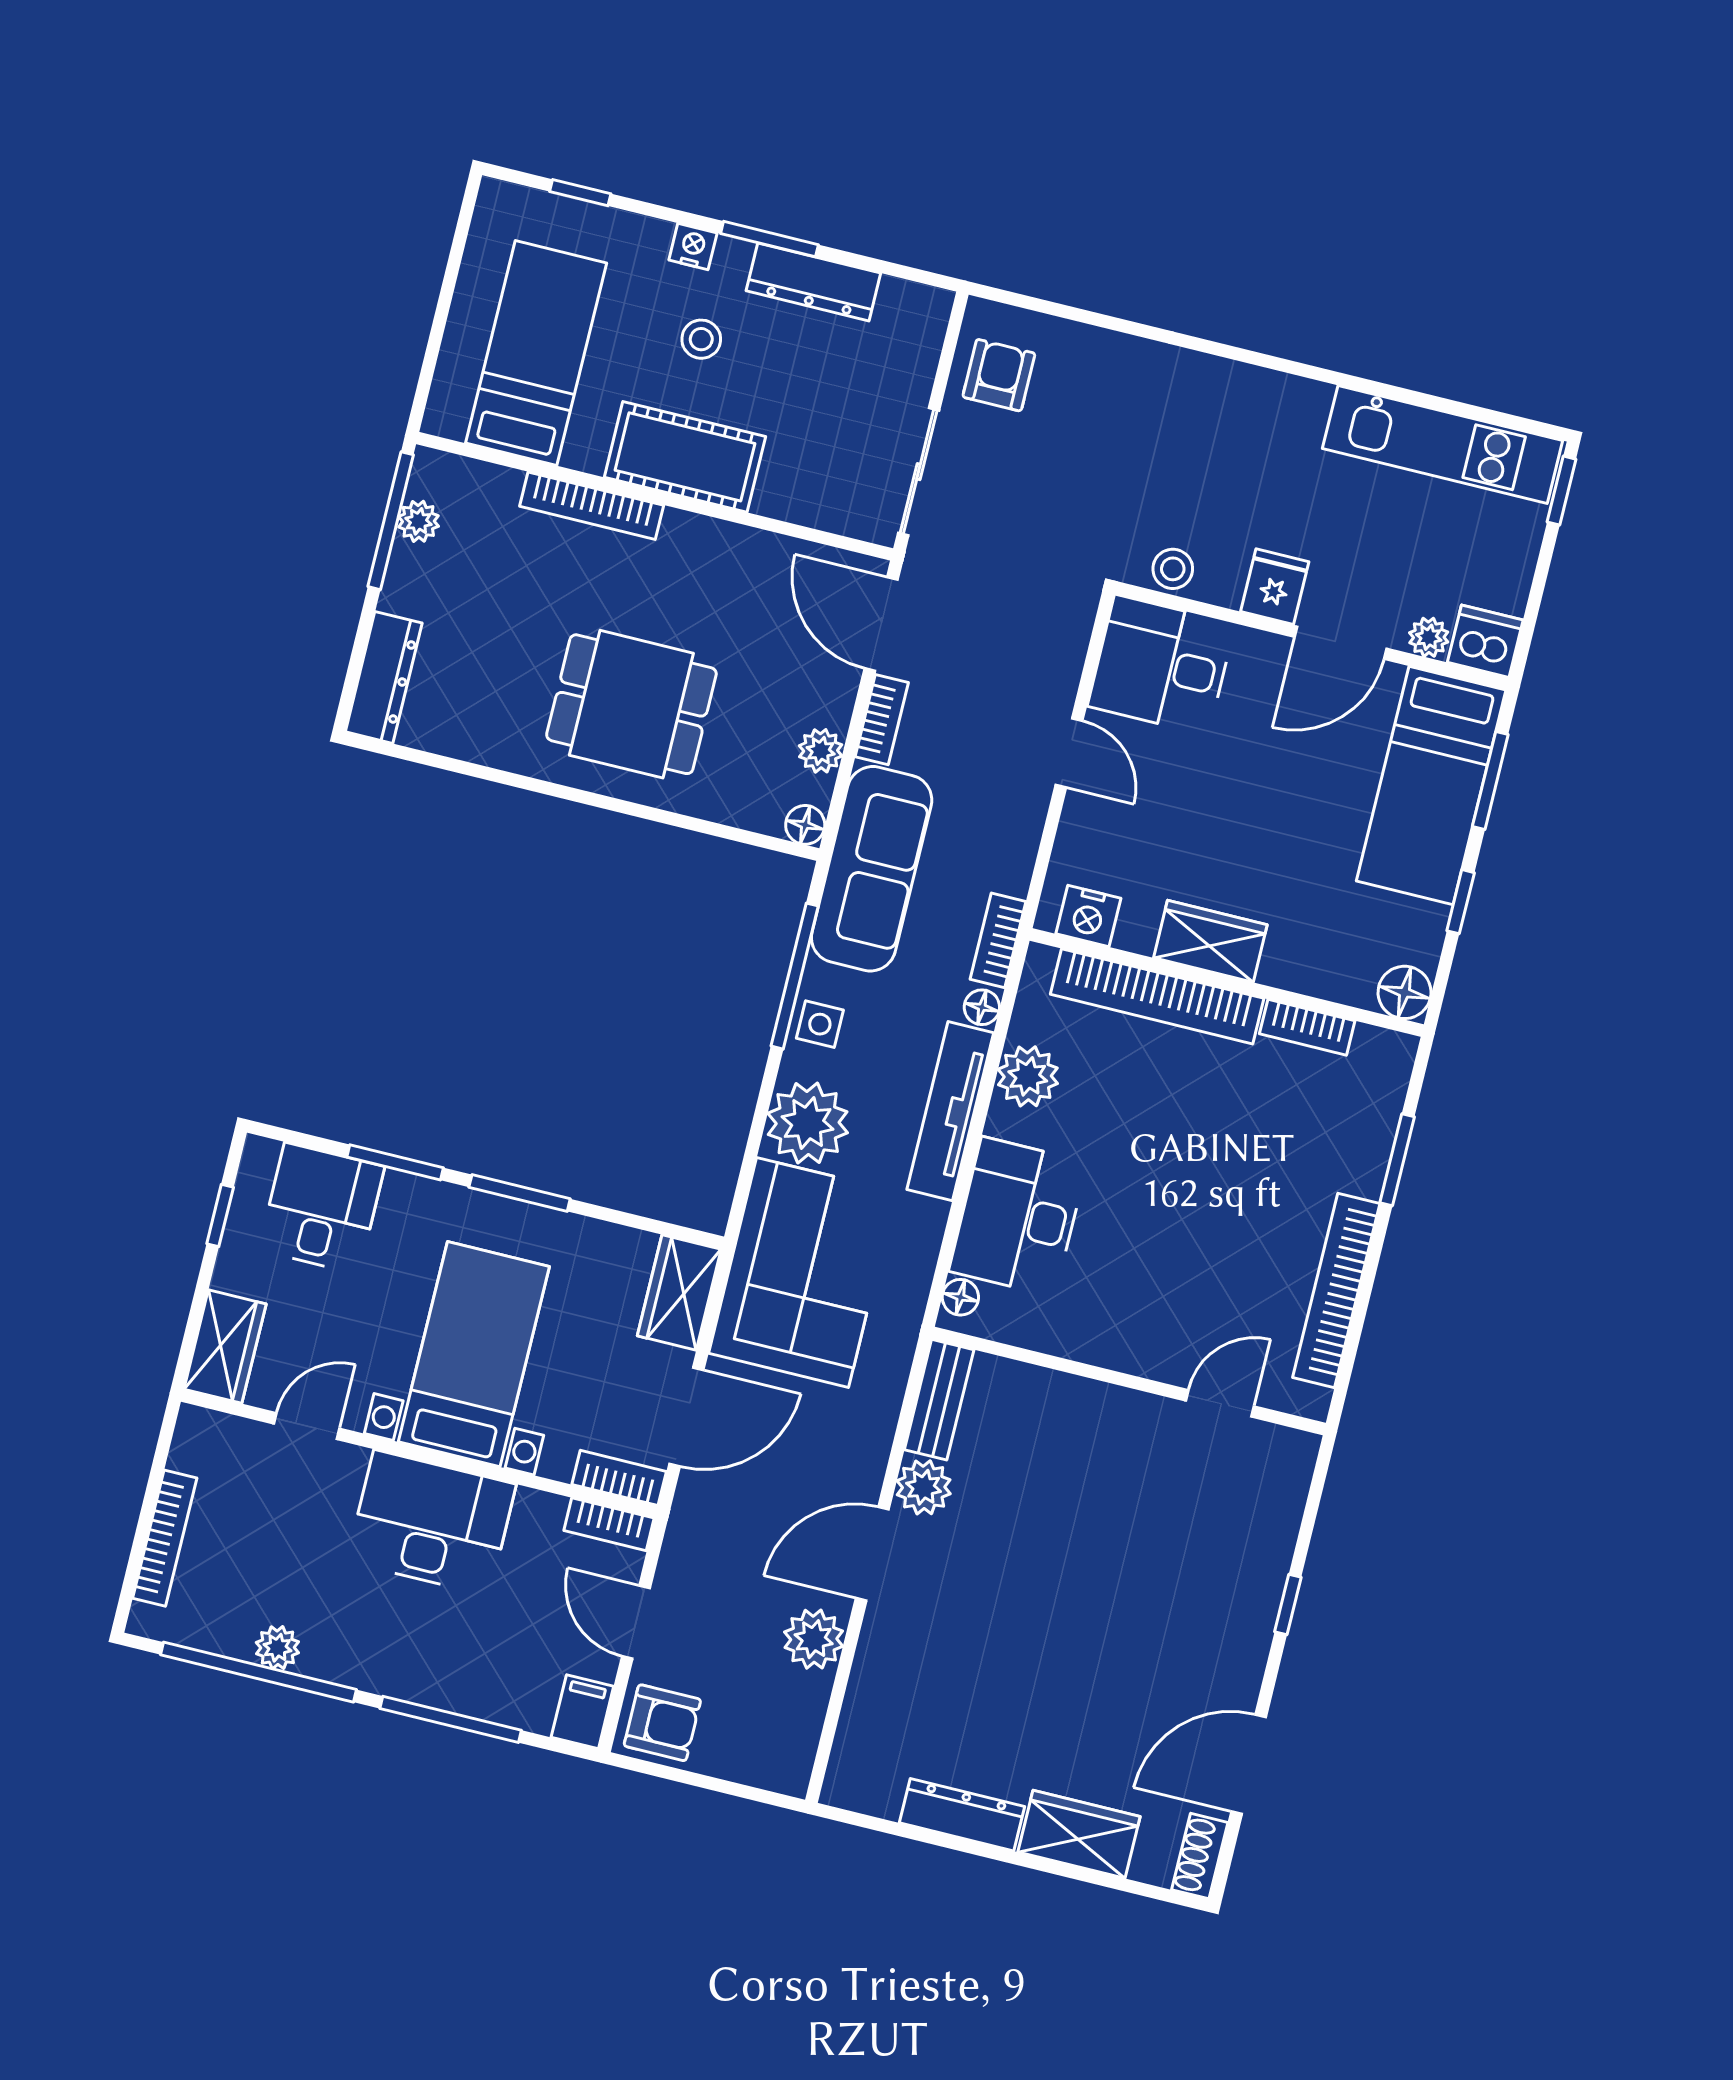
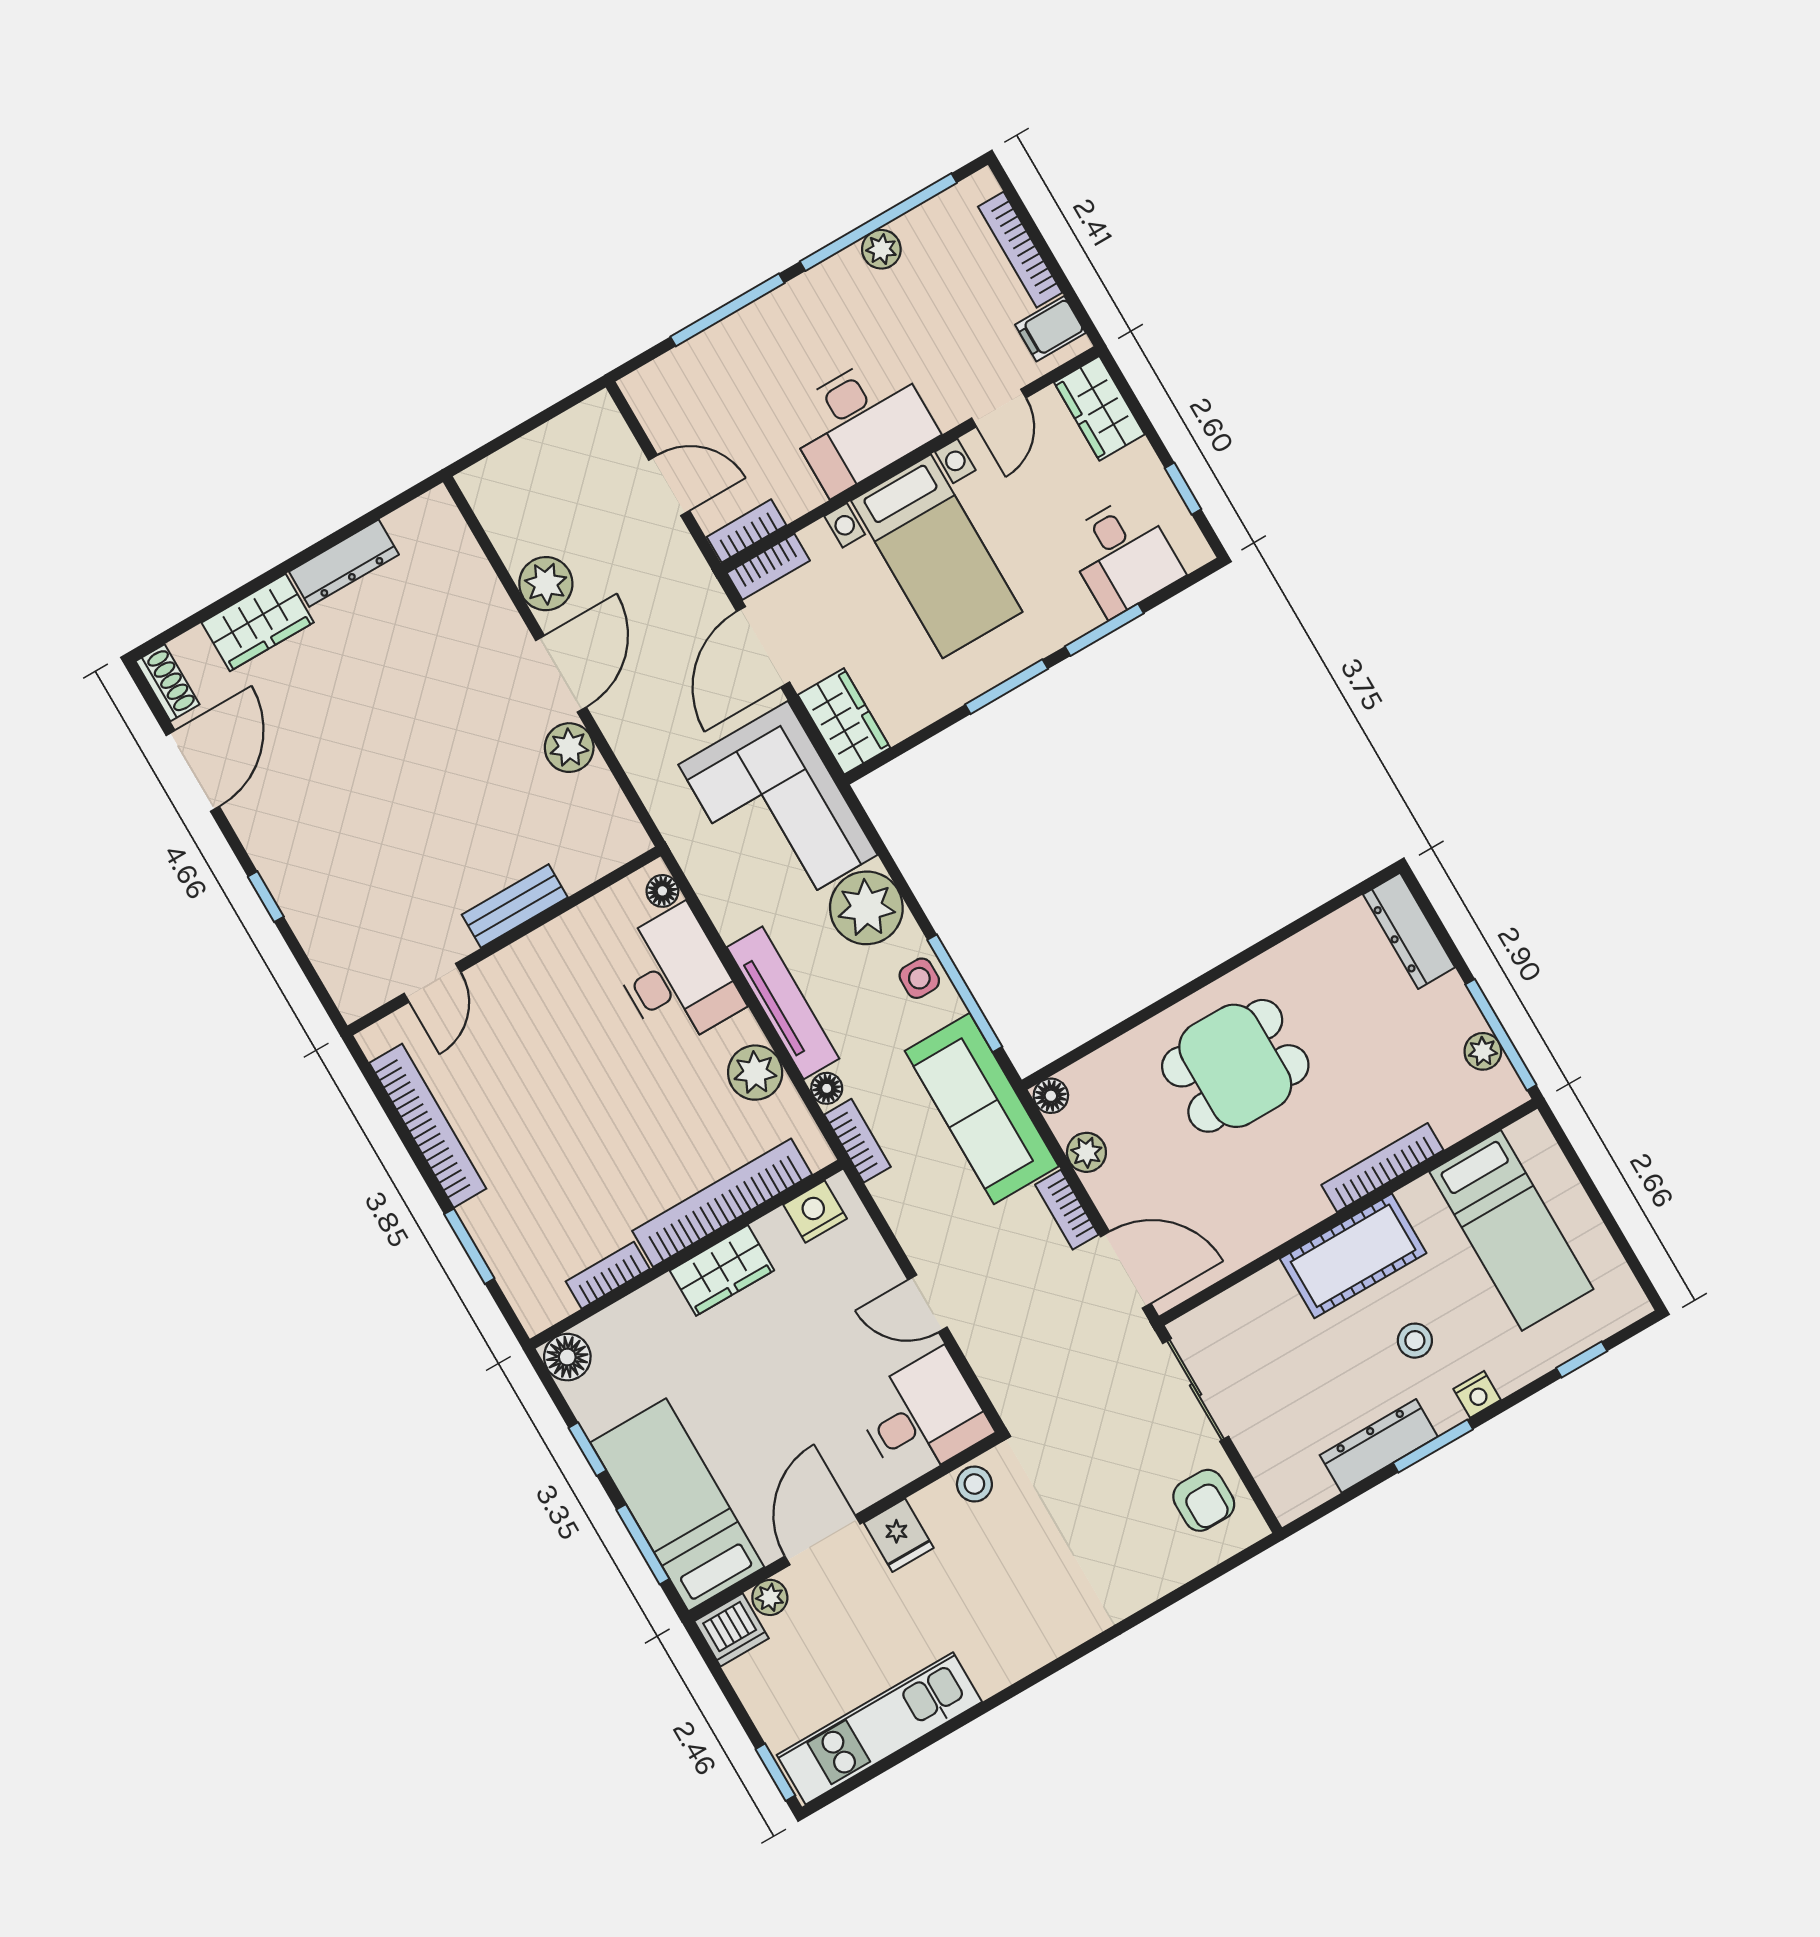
bench: (939, 1400) -> (515, 906), moved, turned 90
filing cabinet: (582, 1712) -> (1050, 329), moved, turned 90
armchair: (662, 1723) -> (591, 438), removed

